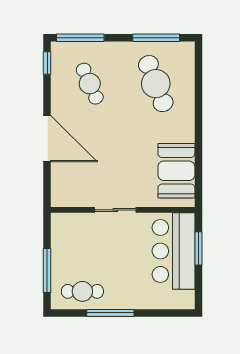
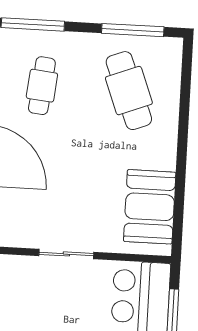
cafe table: (90, 84) -> (42, 86), turned 30

